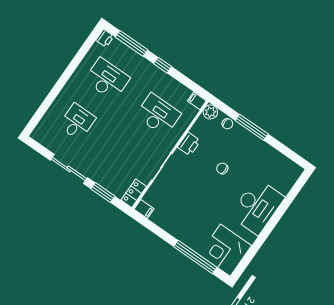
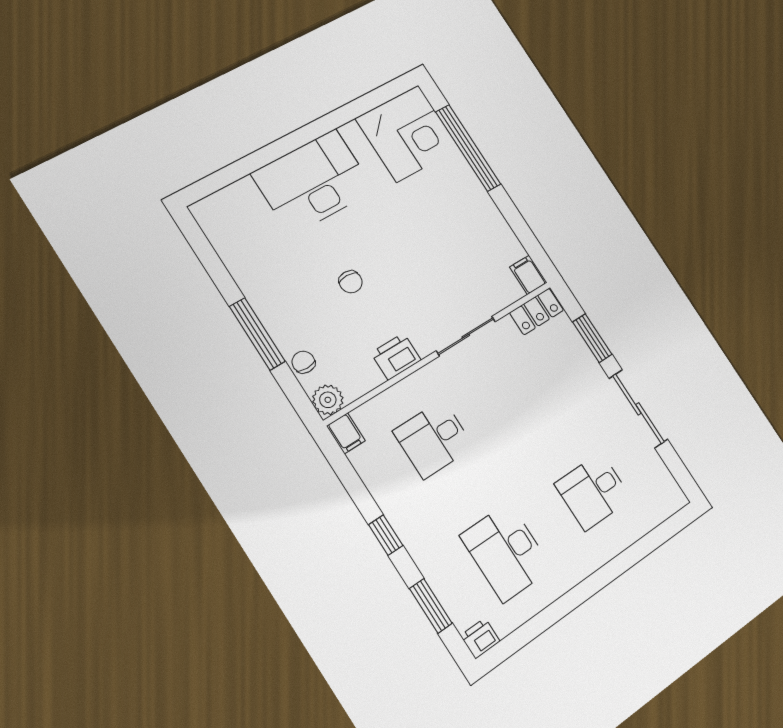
window: (131, 43) -> (431, 606), width x0.69
desk: (158, 115) -> (434, 439), width x0.73

